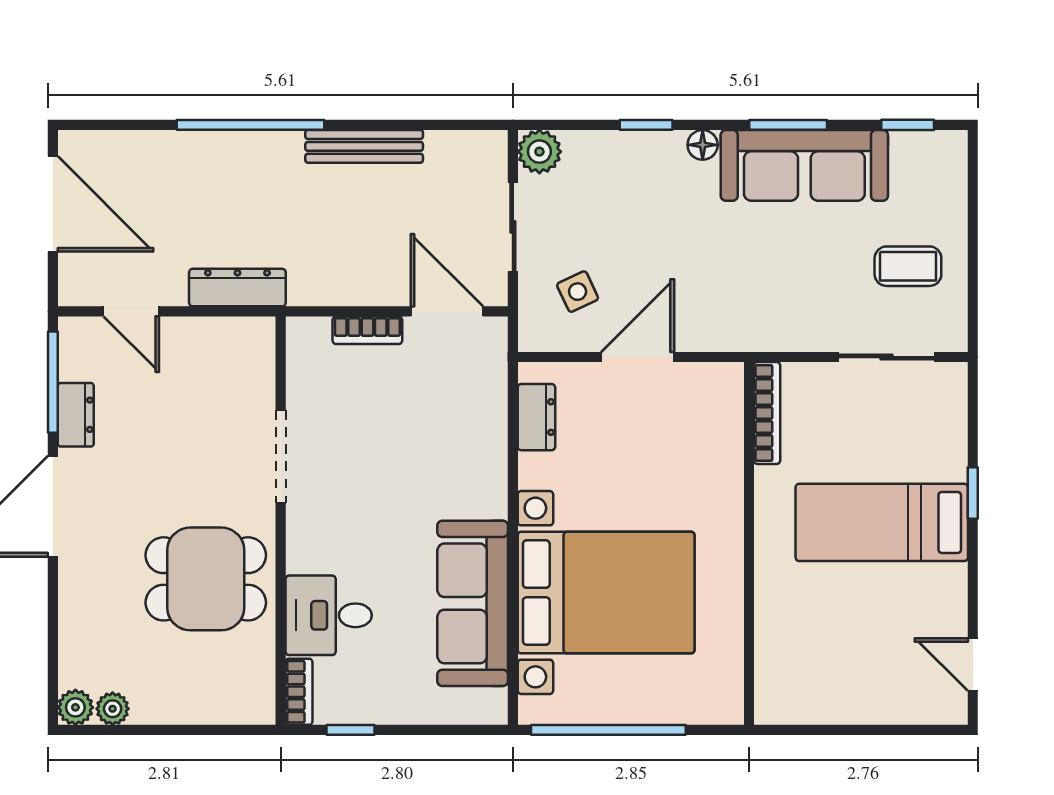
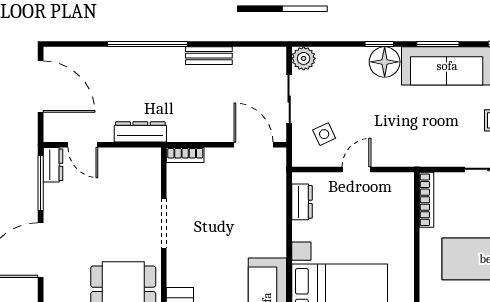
window: (646, 125) -> (379, 44), moved
floor lamp: (703, 145) -> (385, 62), width x1.89, depth x1.89
bench: (364, 146) -> (209, 56), width x0.73
bookcase: (367, 330) -> (185, 155), moved
door: (638, 357) -> (357, 169), width x0.73
dresser: (76, 415) -> (53, 165), moved

